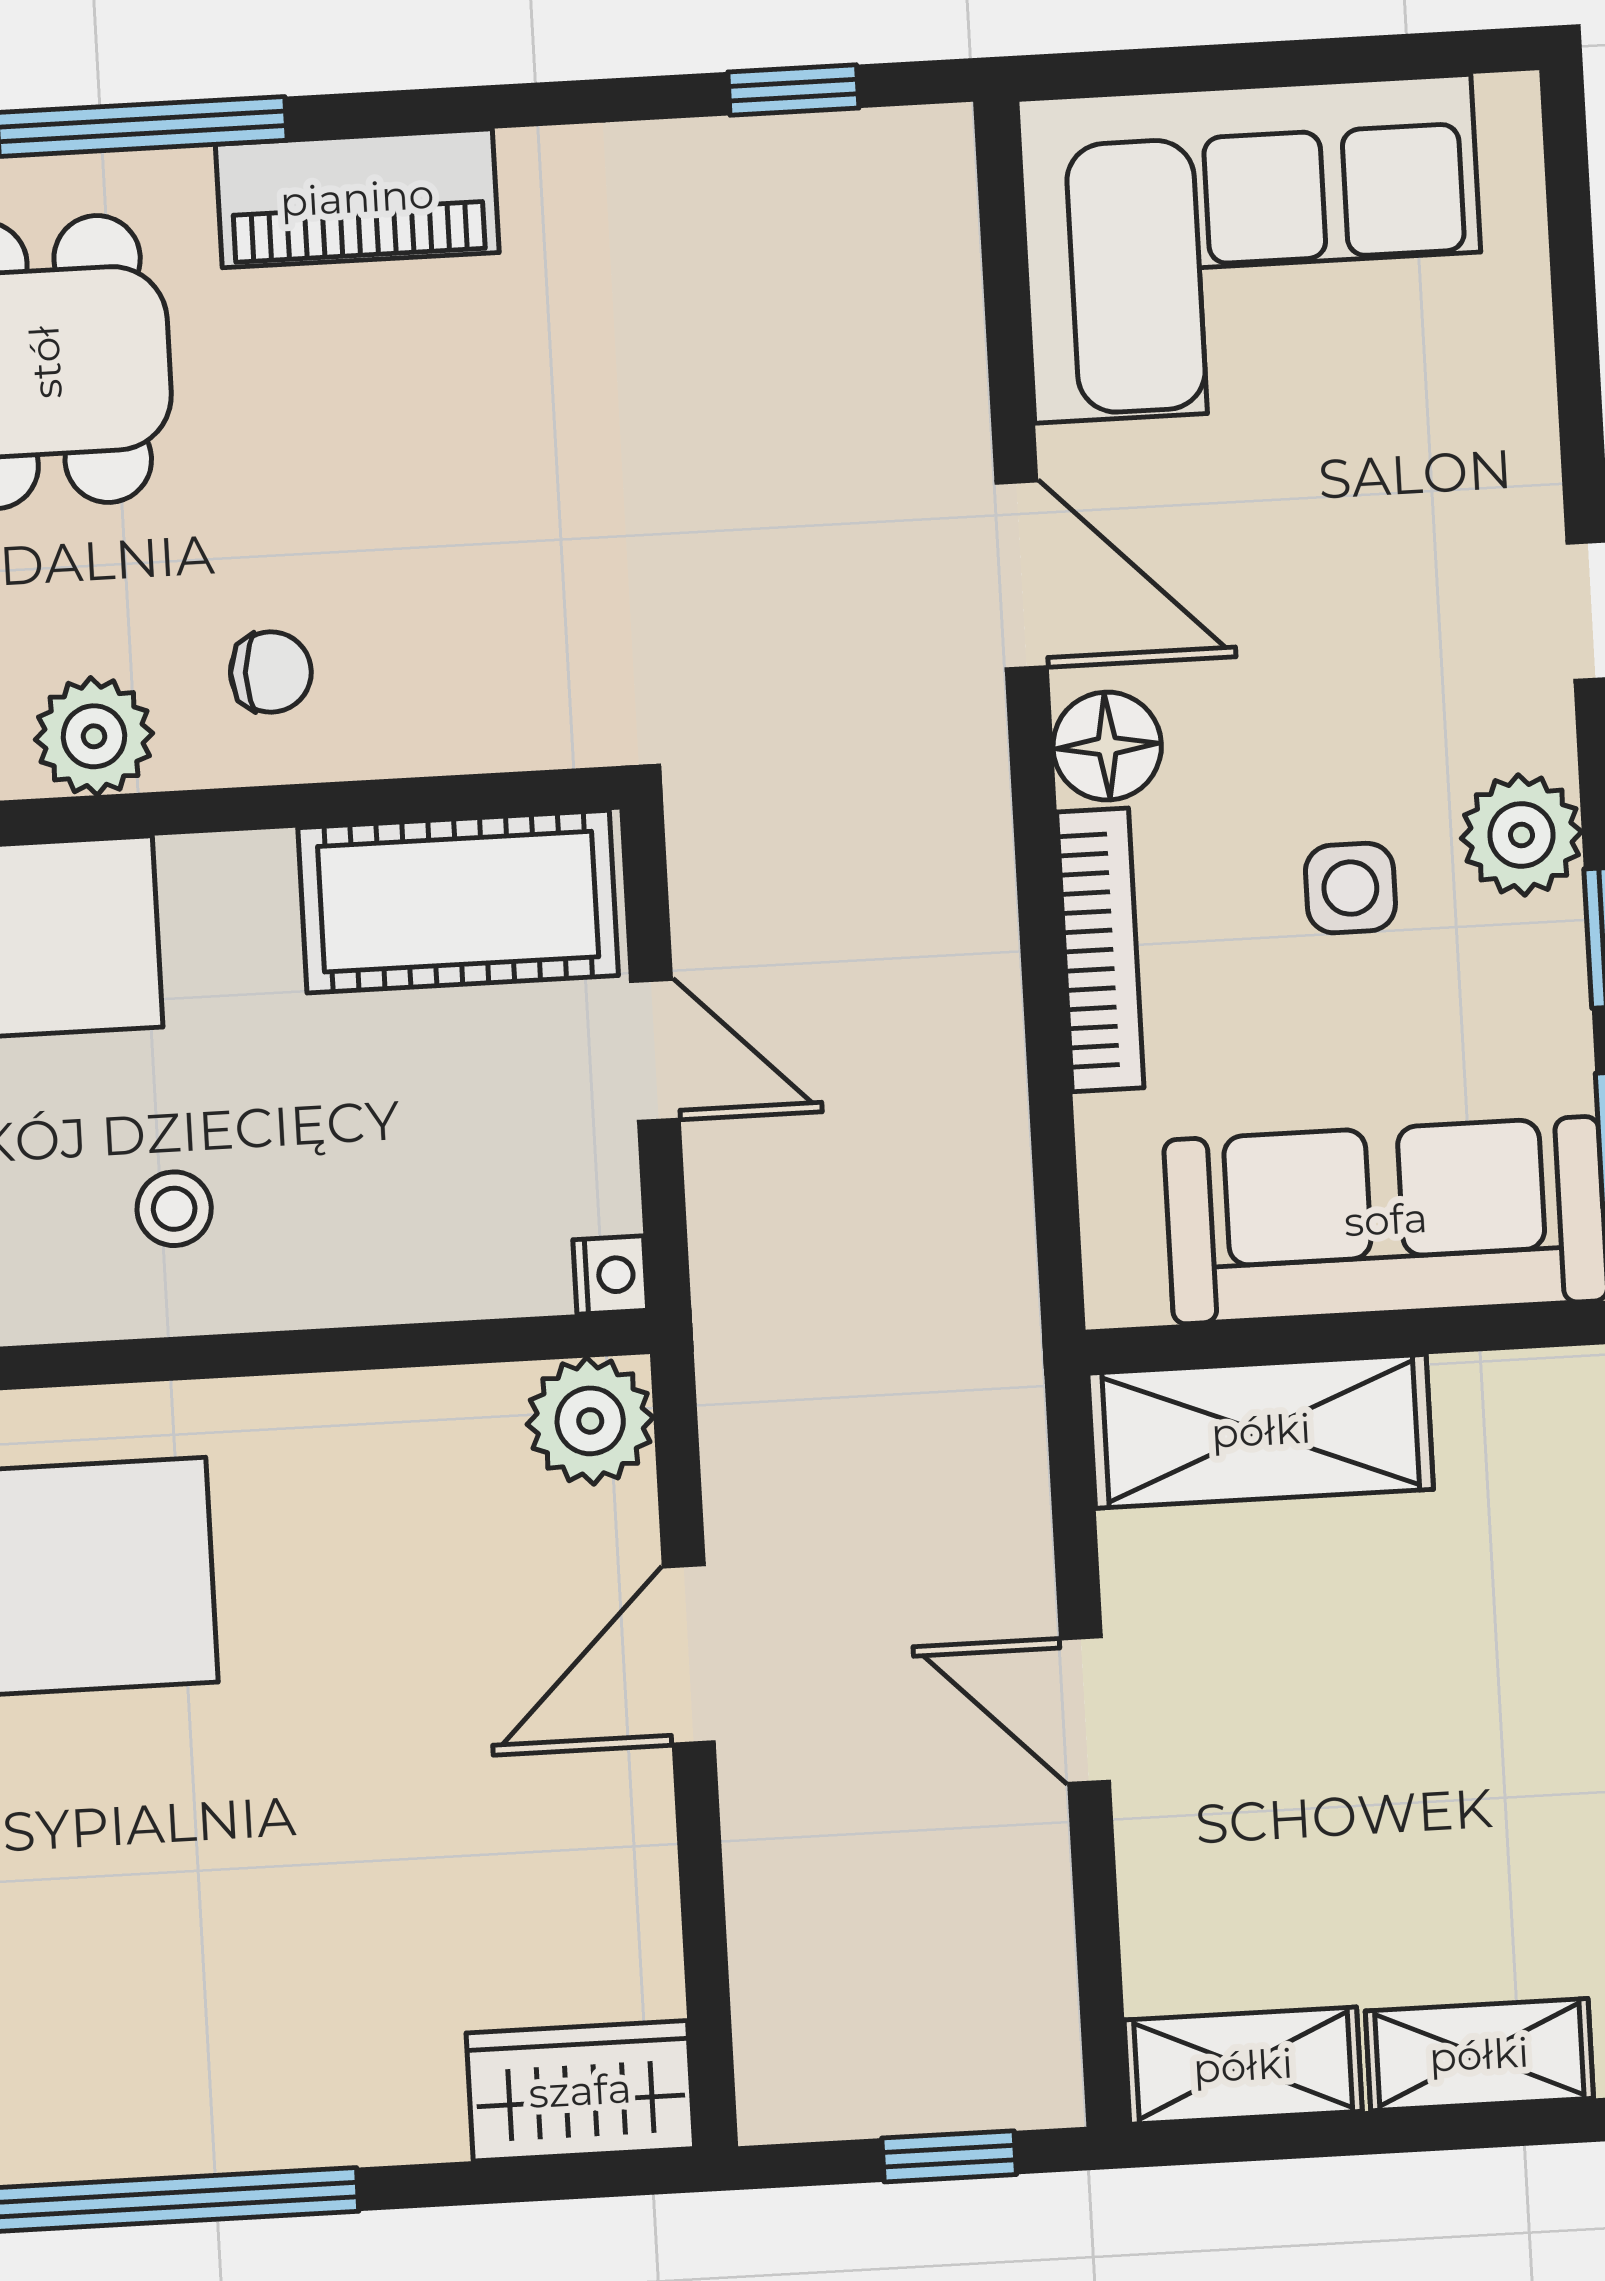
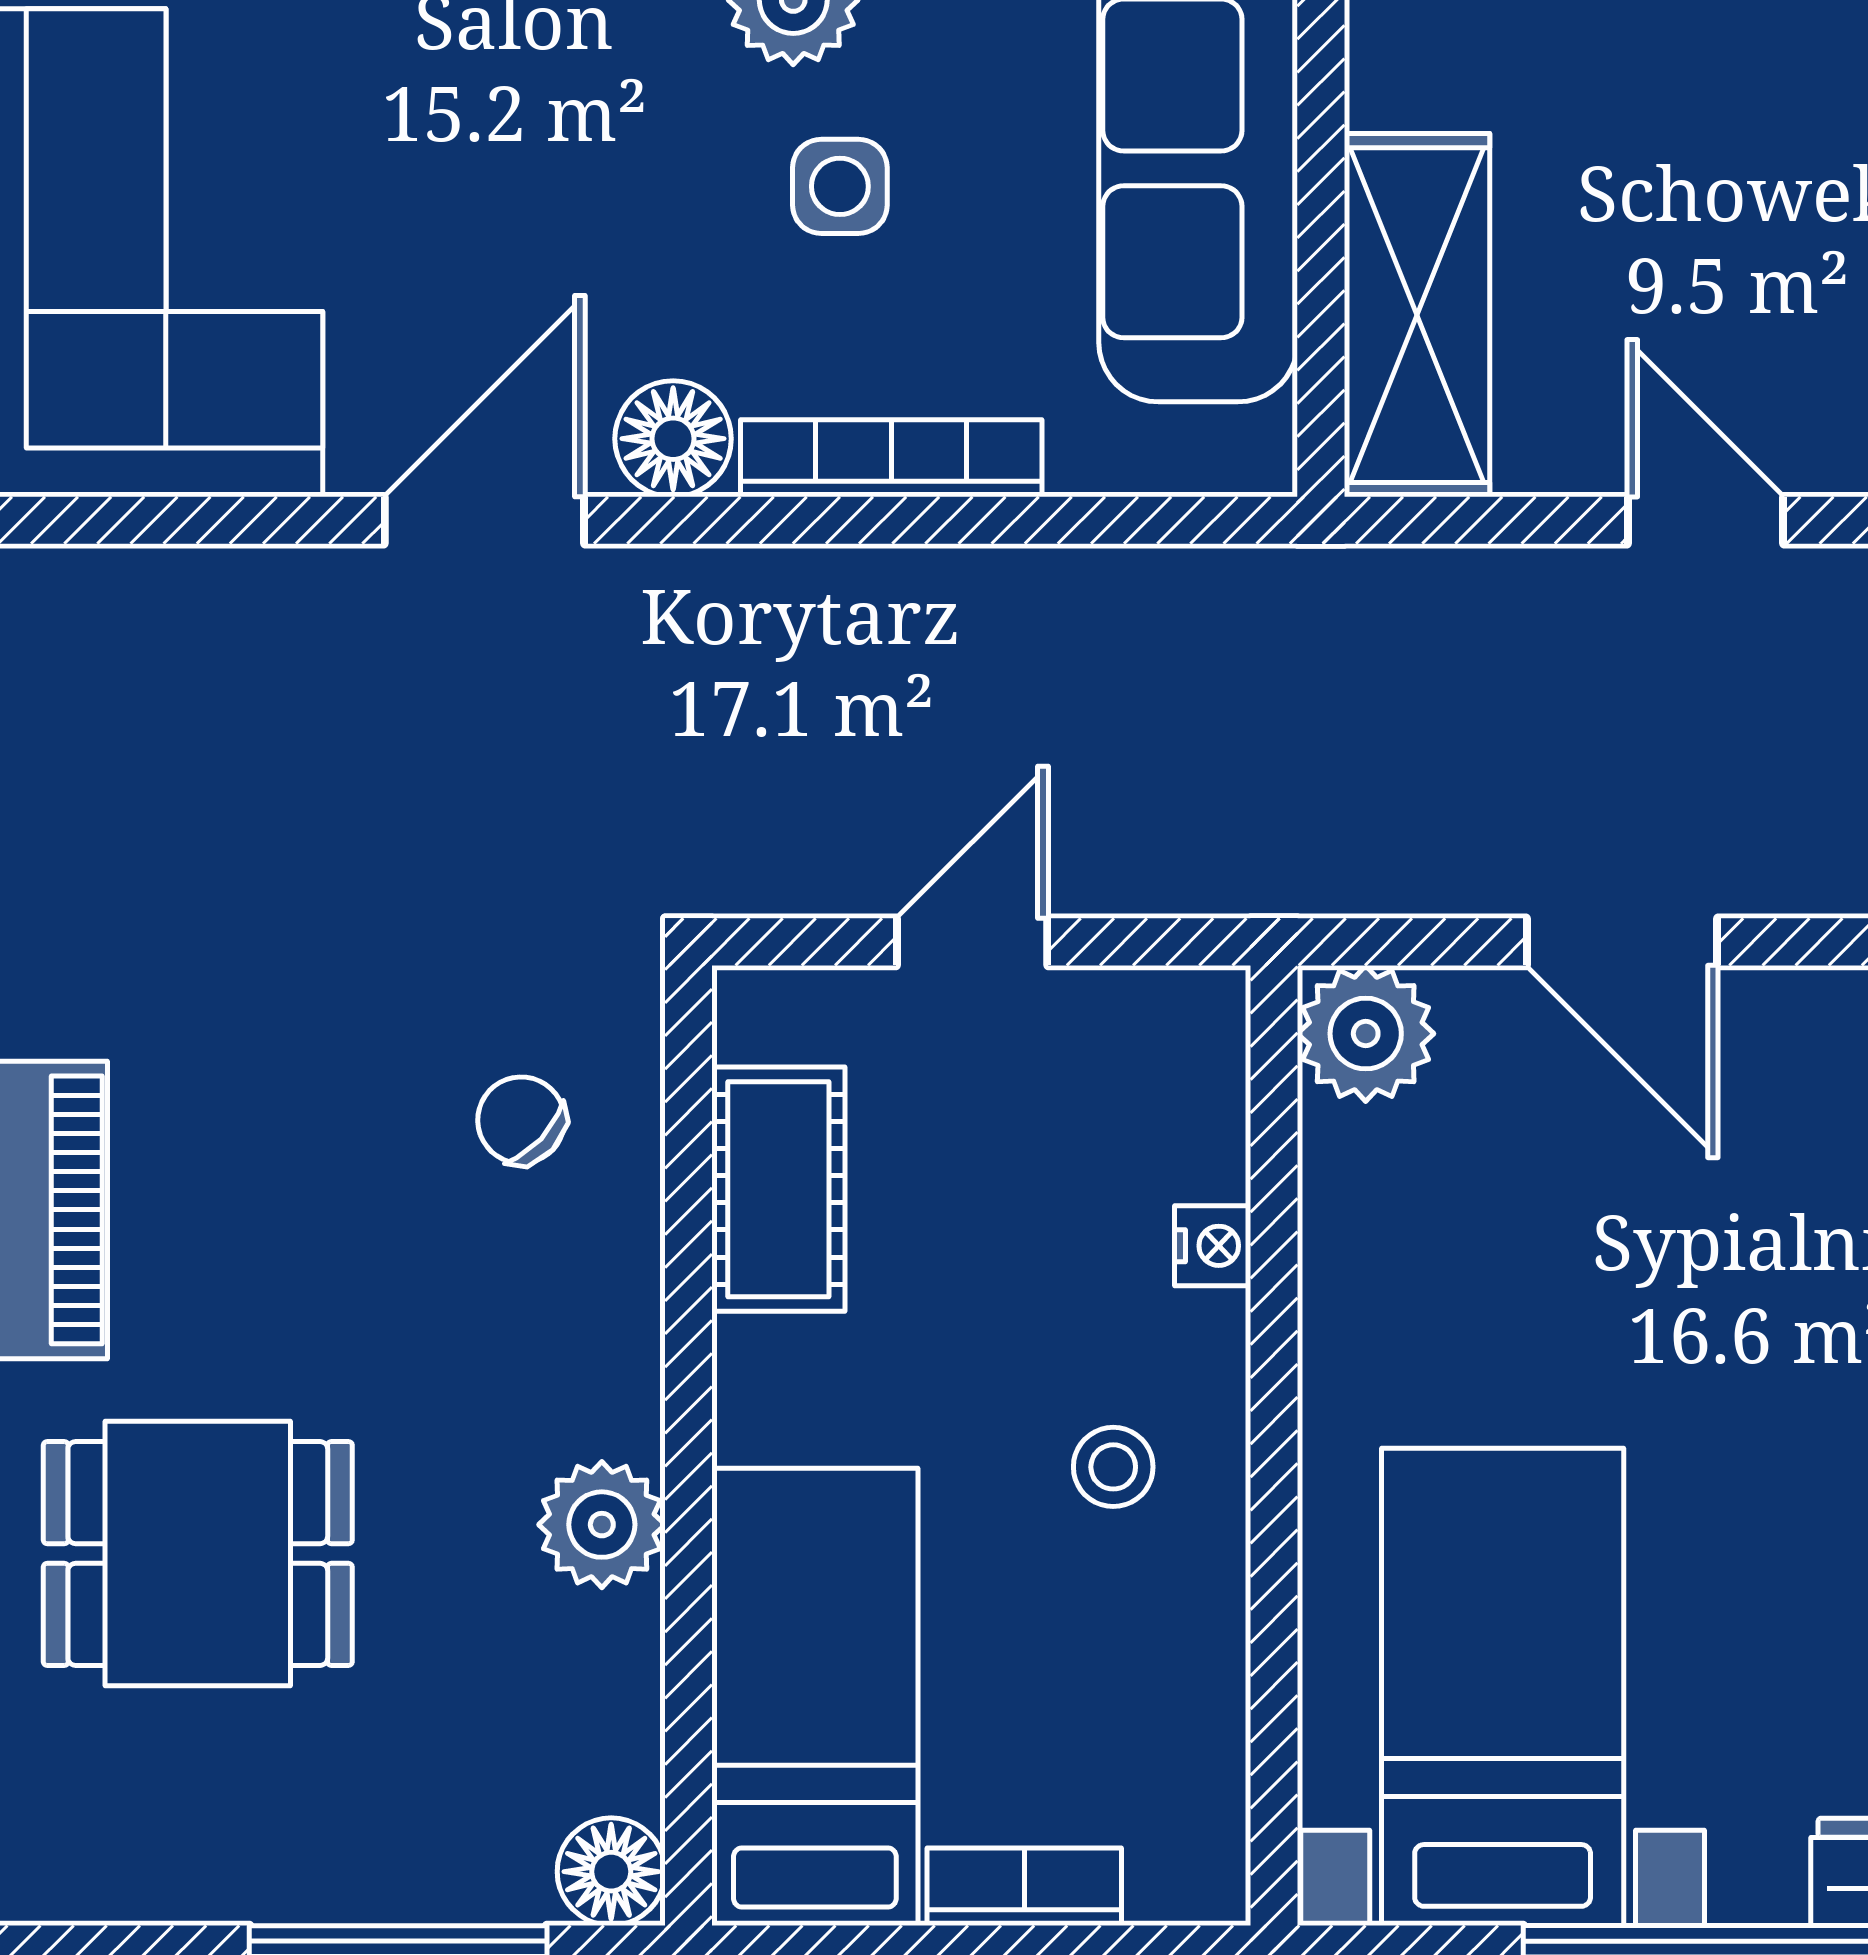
chair: (271, 672) -> (521, 1120), moved, turned -49
cot: (458, 902) -> (778, 1189), width x0.73, depth x0.75
nightstand: (610, 1275) -> (1213, 1246), moved, turned 90
door: (1085, 1710) -> (1706, 520), swing flipped

